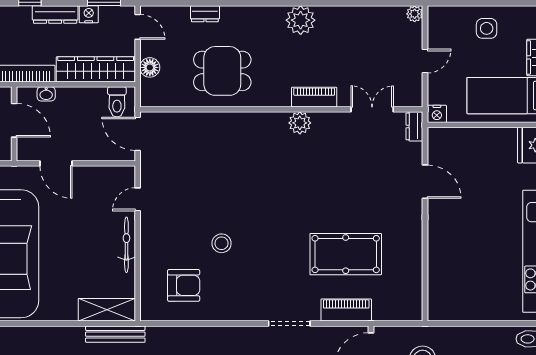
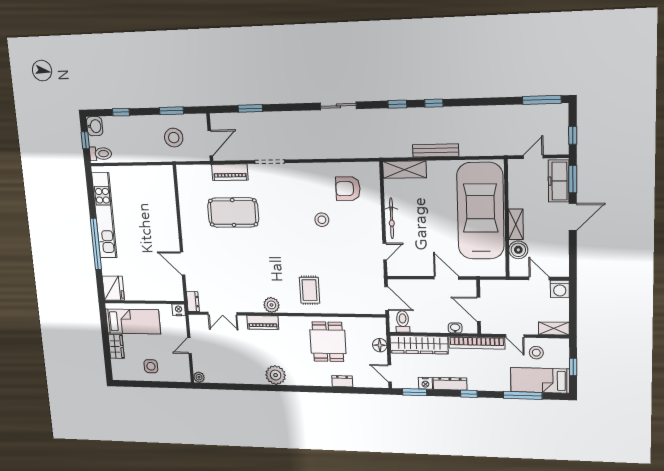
dining table: (222, 71) -> (328, 342), turned 90
rug: (244, 145) -> (310, 290), added
bench: (115, 334) -> (436, 150), moved

